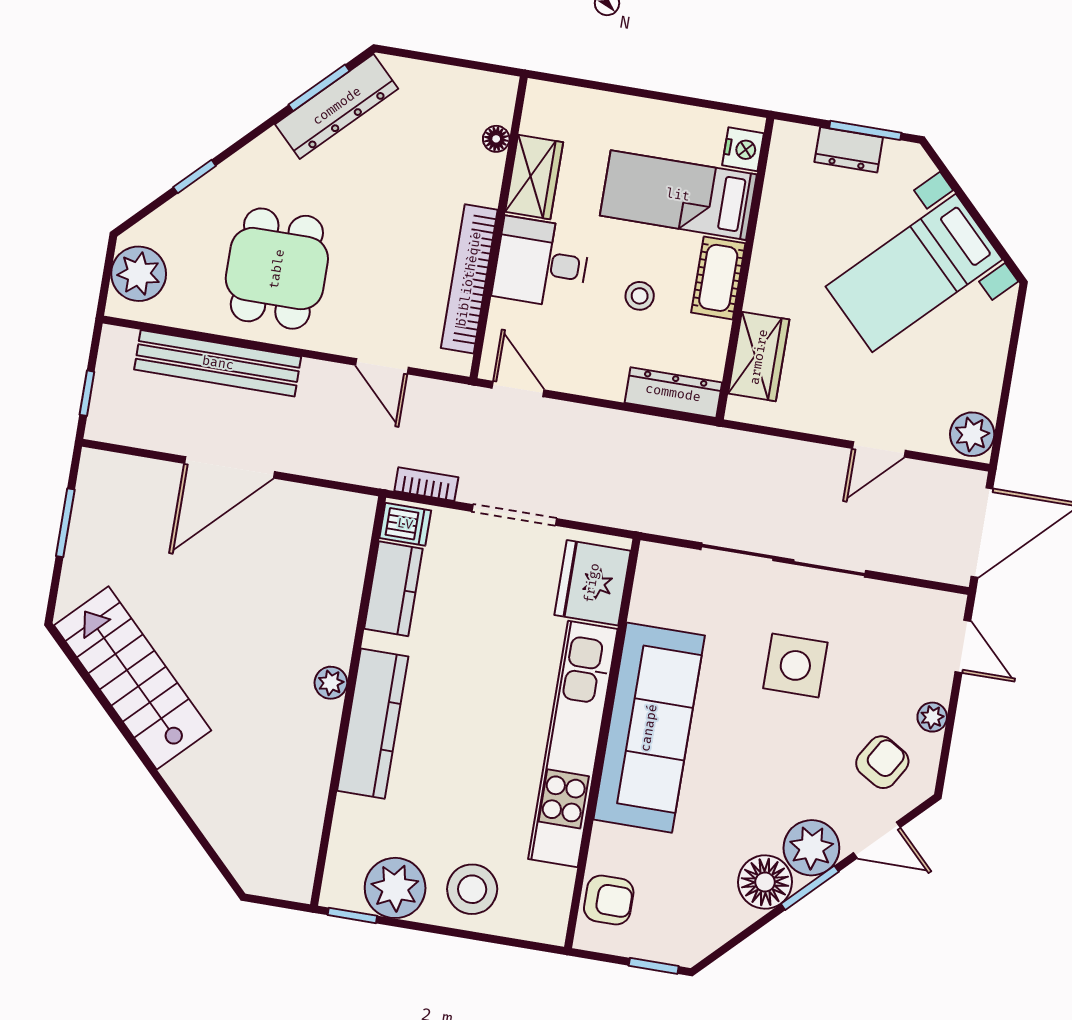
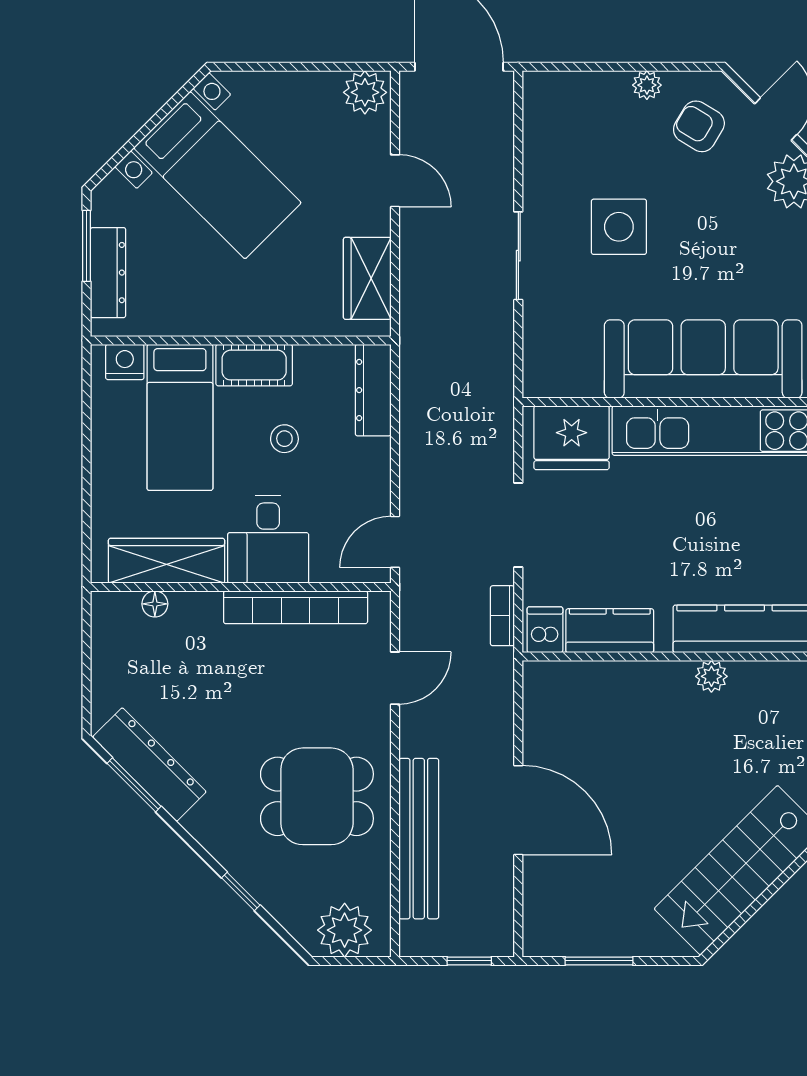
dresser: (849, 150) -> (108, 273), width x1.44
wardrobe: (534, 177) -> (167, 561), width x1.50
wardrobe: (759, 357) -> (367, 278), moved, turned -90
sliding door: (783, 560) -> (518, 256), width x0.54
door: (963, 646) -> (573, 67), removed

